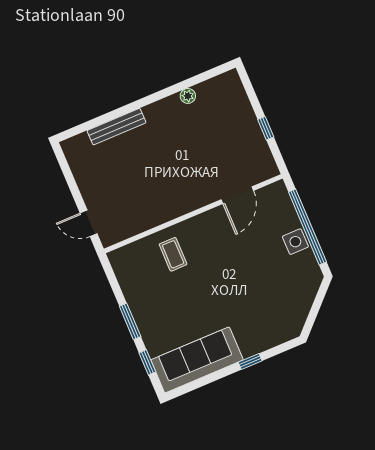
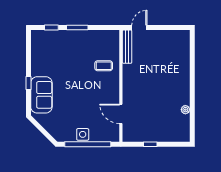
bench: (117, 127) -> (127, 47), moved
sofa: (197, 360) -> (41, 95), moved, width x0.73

